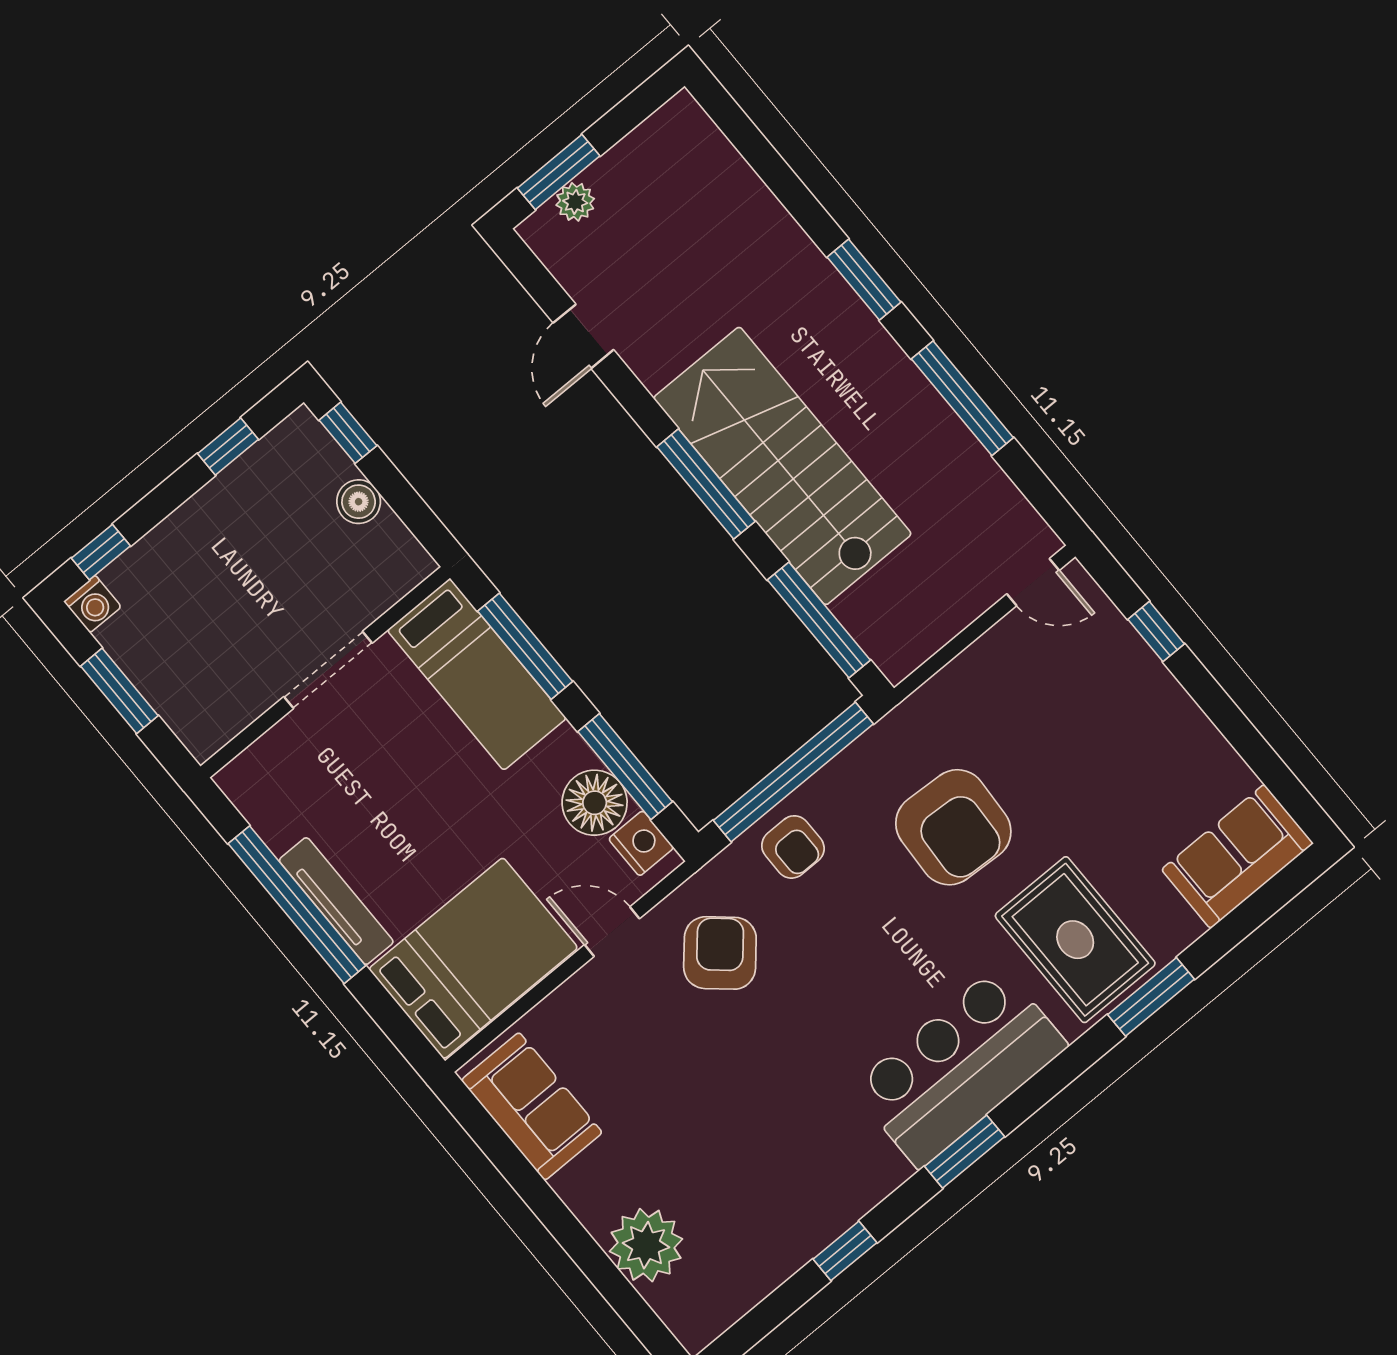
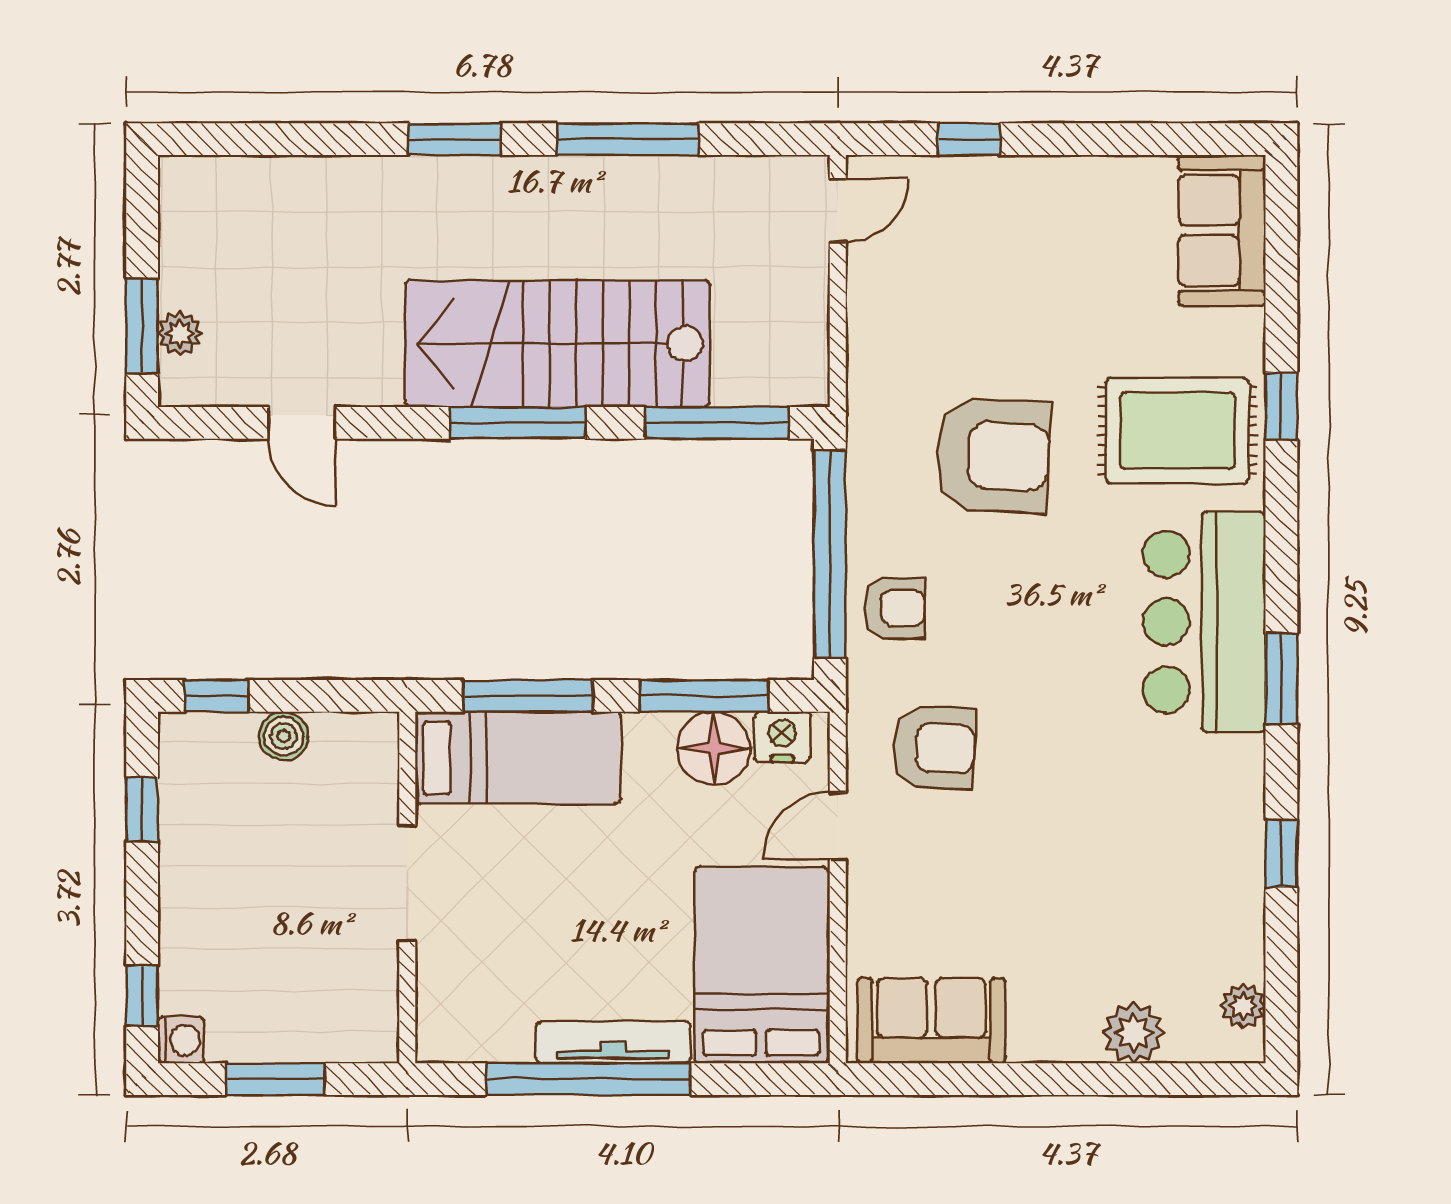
armchair: (720, 953) -> (934, 748), turned 142
window: (1151, 997) -> (1281, 406), width x0.67
plant: (646, 1245) -> (1134, 1033), width x0.73, depth x0.73
plant: (719, 1311) -> (1243, 1006), added

